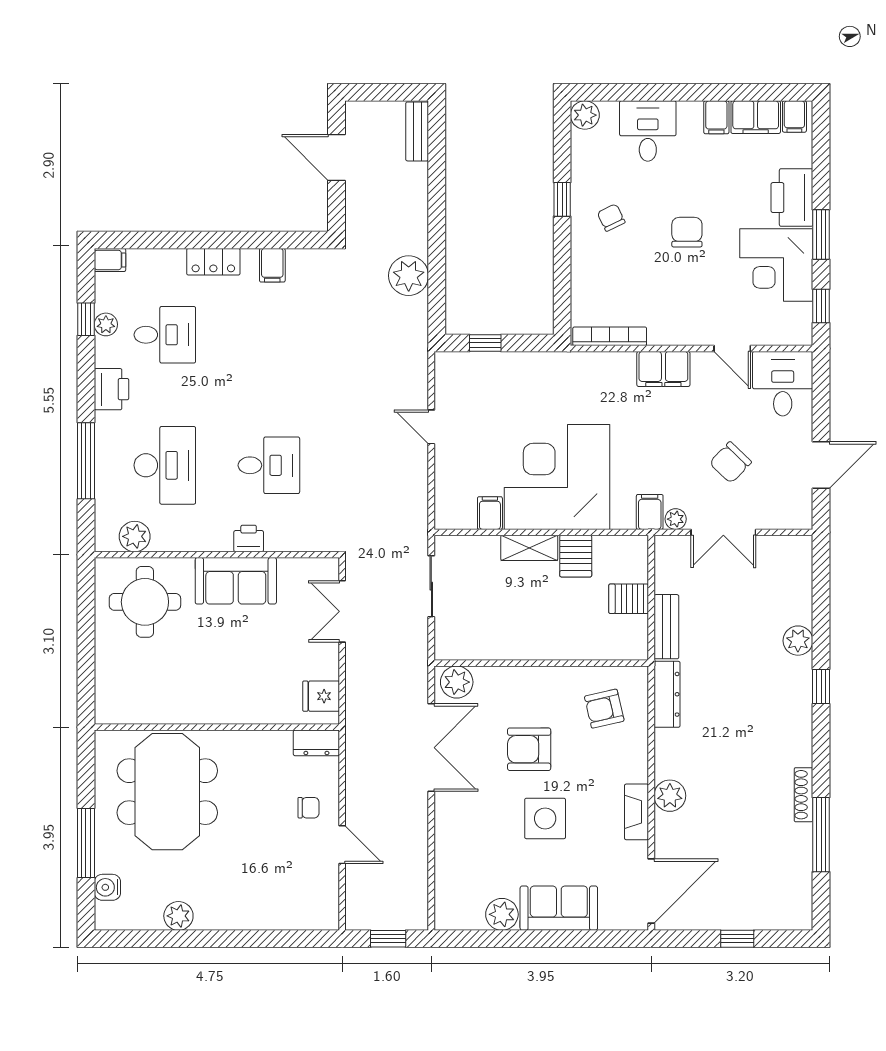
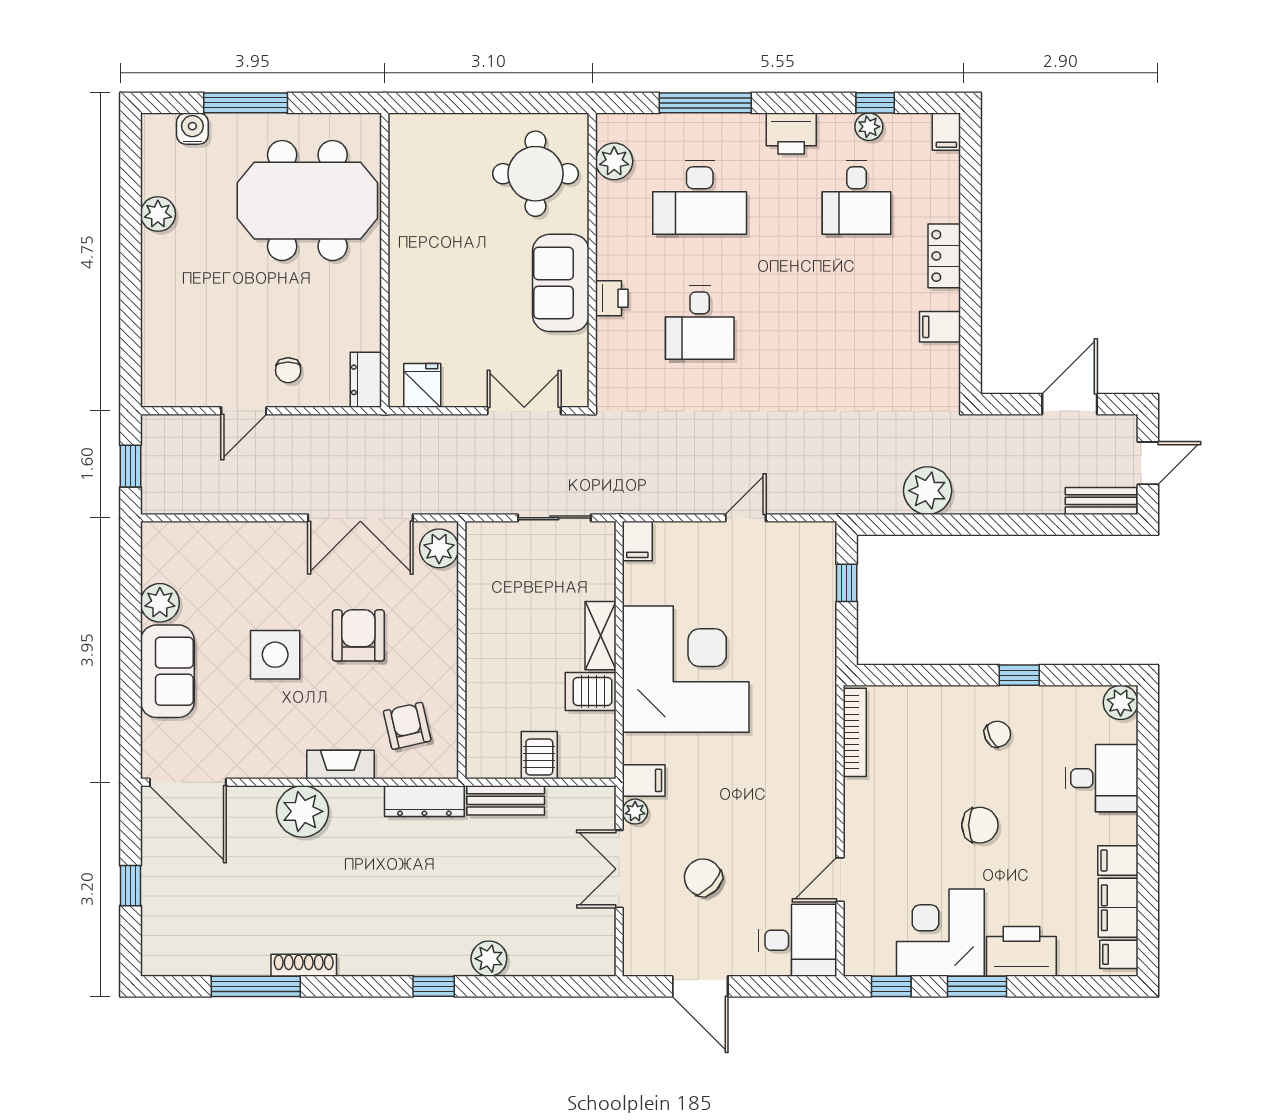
door: (386, 92) -> (1148, 463), added
filing cabinet: (663, 369) -> (815, 797), removed
filing cabinet: (490, 513) -> (637, 541), moved, turned 90
plant: (670, 796) -> (303, 811), width x1.36, depth x1.36
fireplace: (637, 812) -> (340, 765), moved

